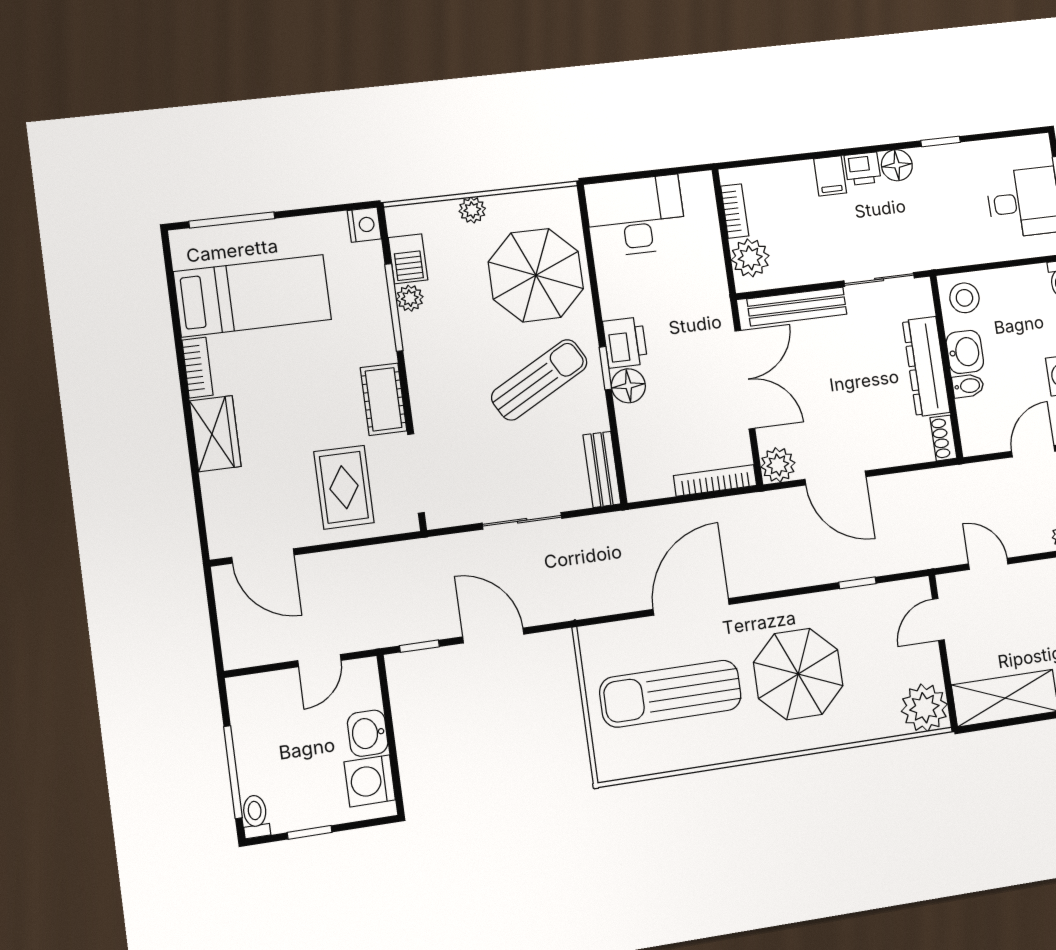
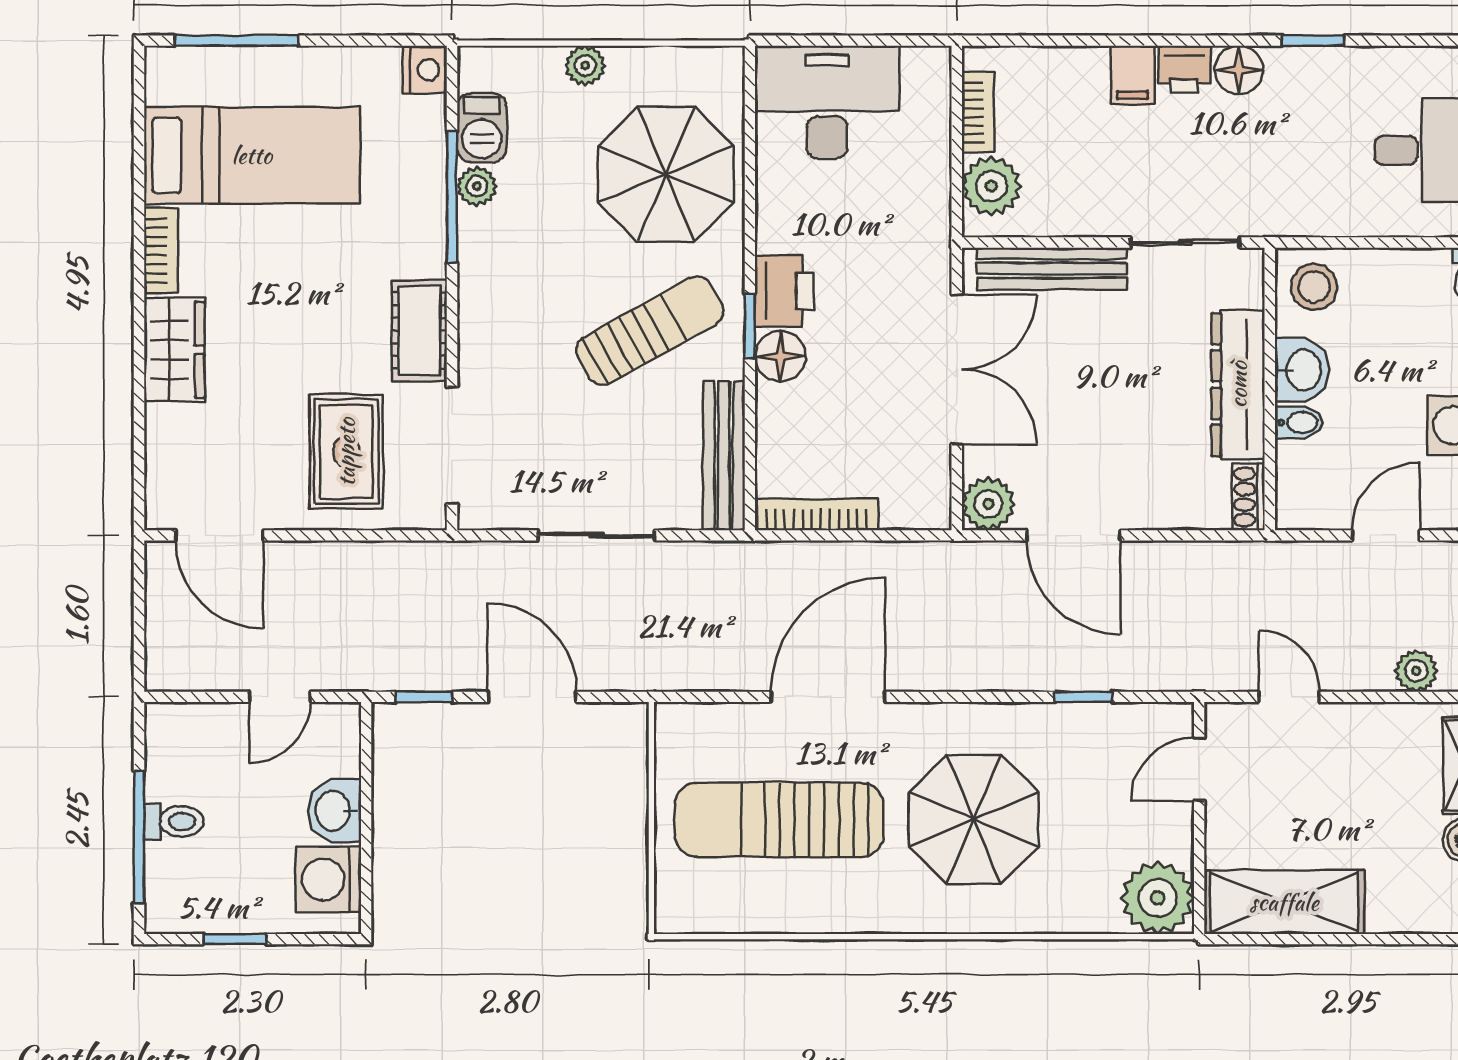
bench: (602, 469) -> (724, 456), width x1.36
bookcase: (715, 480) -> (816, 515), moved
toilet: (255, 816) -> (174, 822), moved, turned 90

